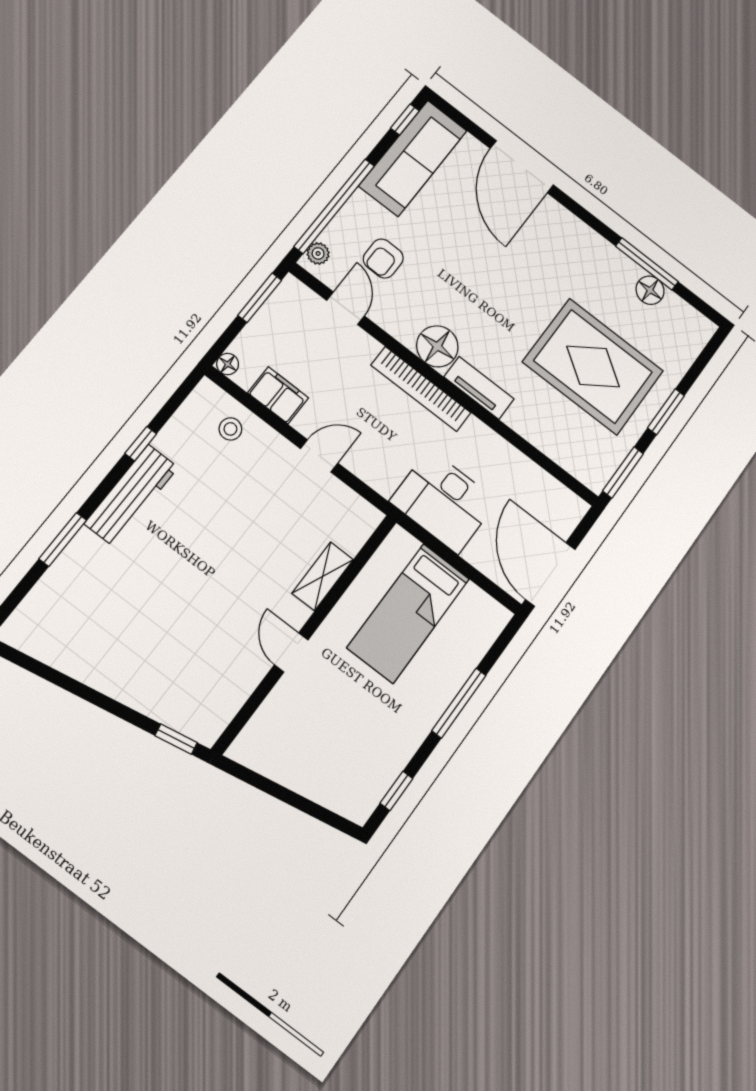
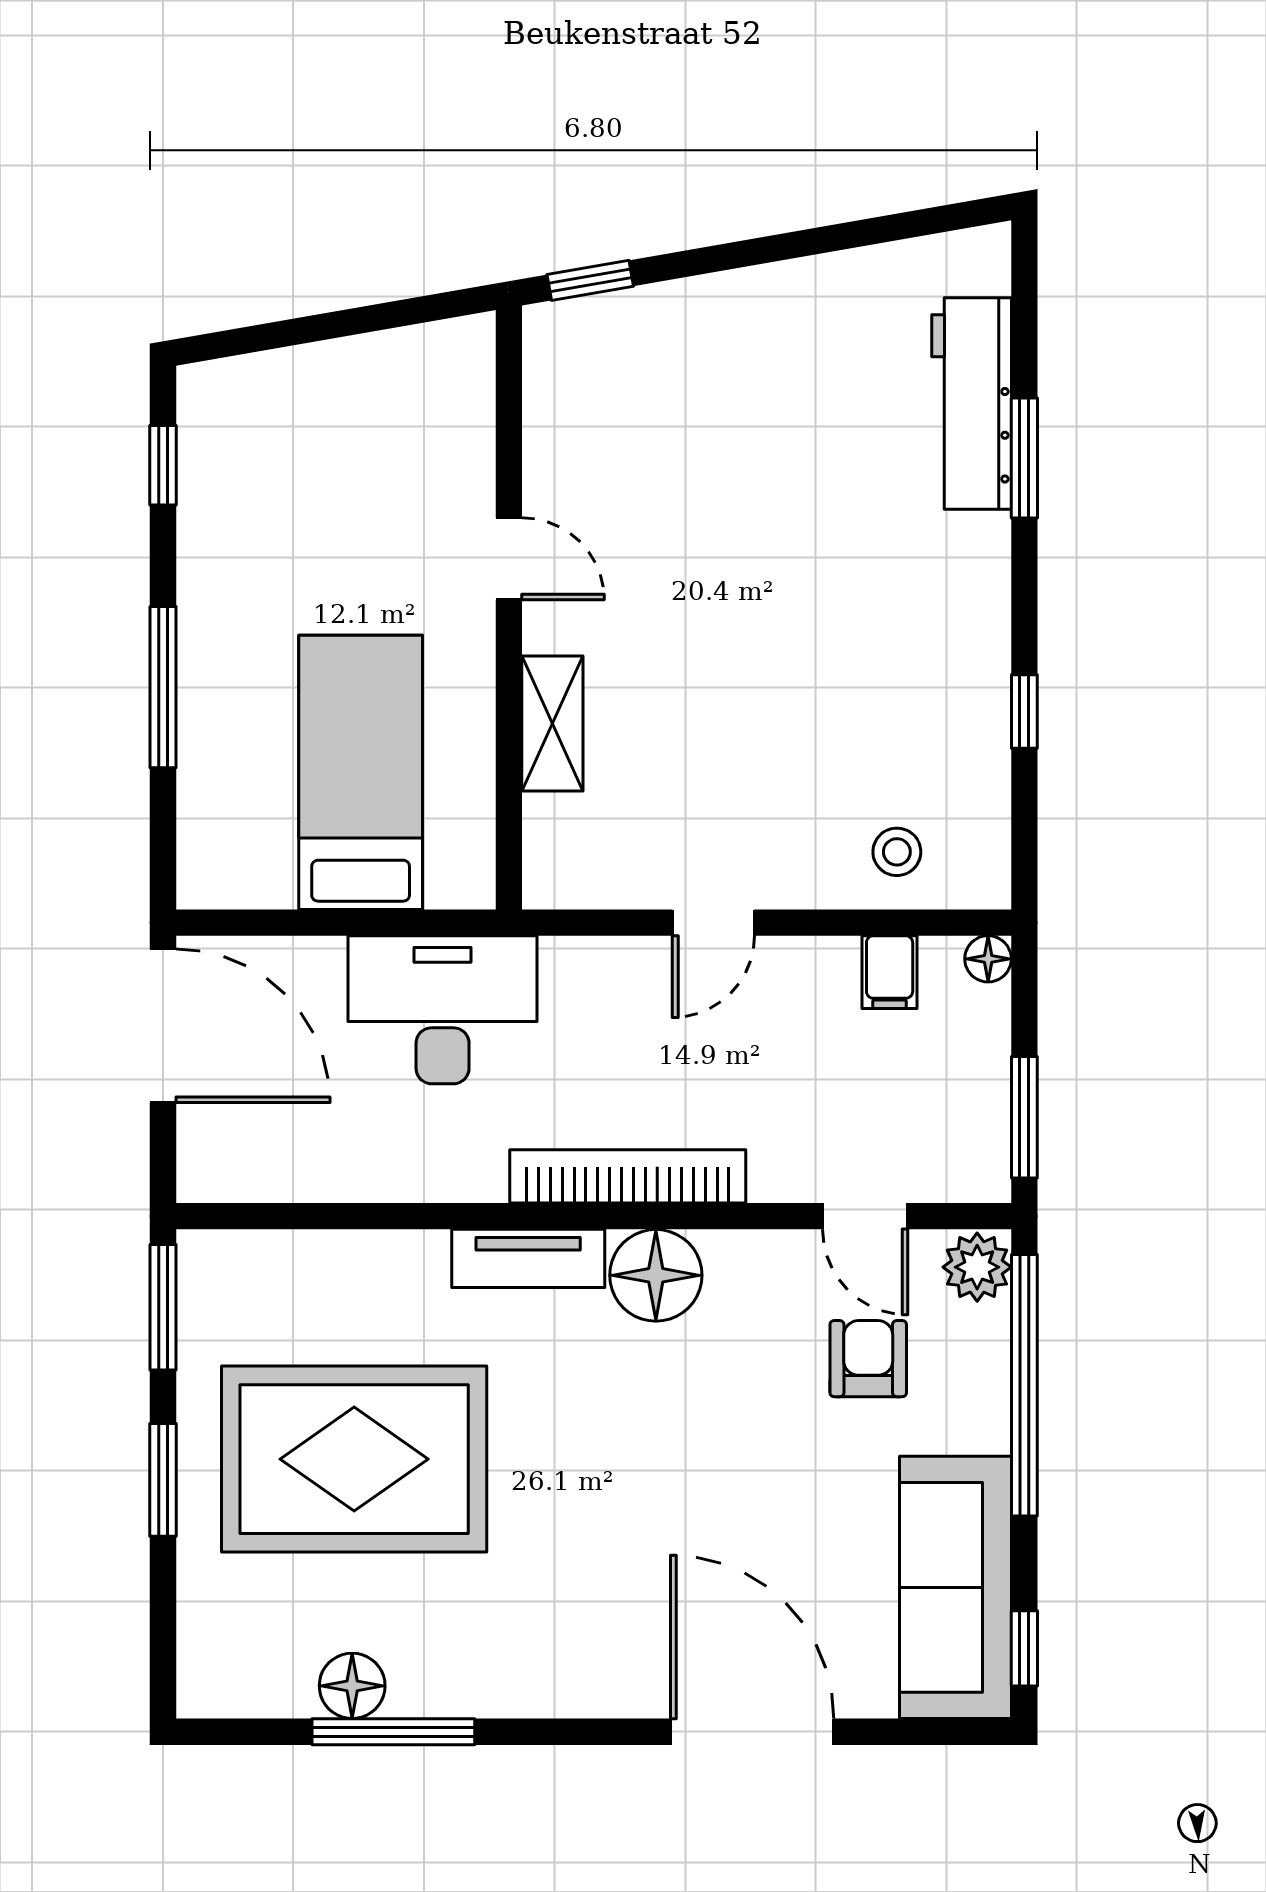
plant: (318, 253) -> (977, 1267), width x1.38, depth x1.38
filing cabinet: (278, 395) -> (890, 972), width x0.50
workbench: (131, 495) -> (972, 404), moved

